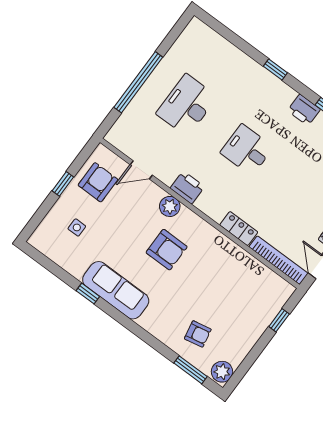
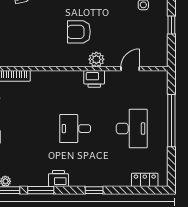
desk: (247, 150) -> (75, 129), turned 180
armchair: (98, 182) -> (151, 42), removed
locker: (239, 229) -> (145, 180), moved, turned 180

